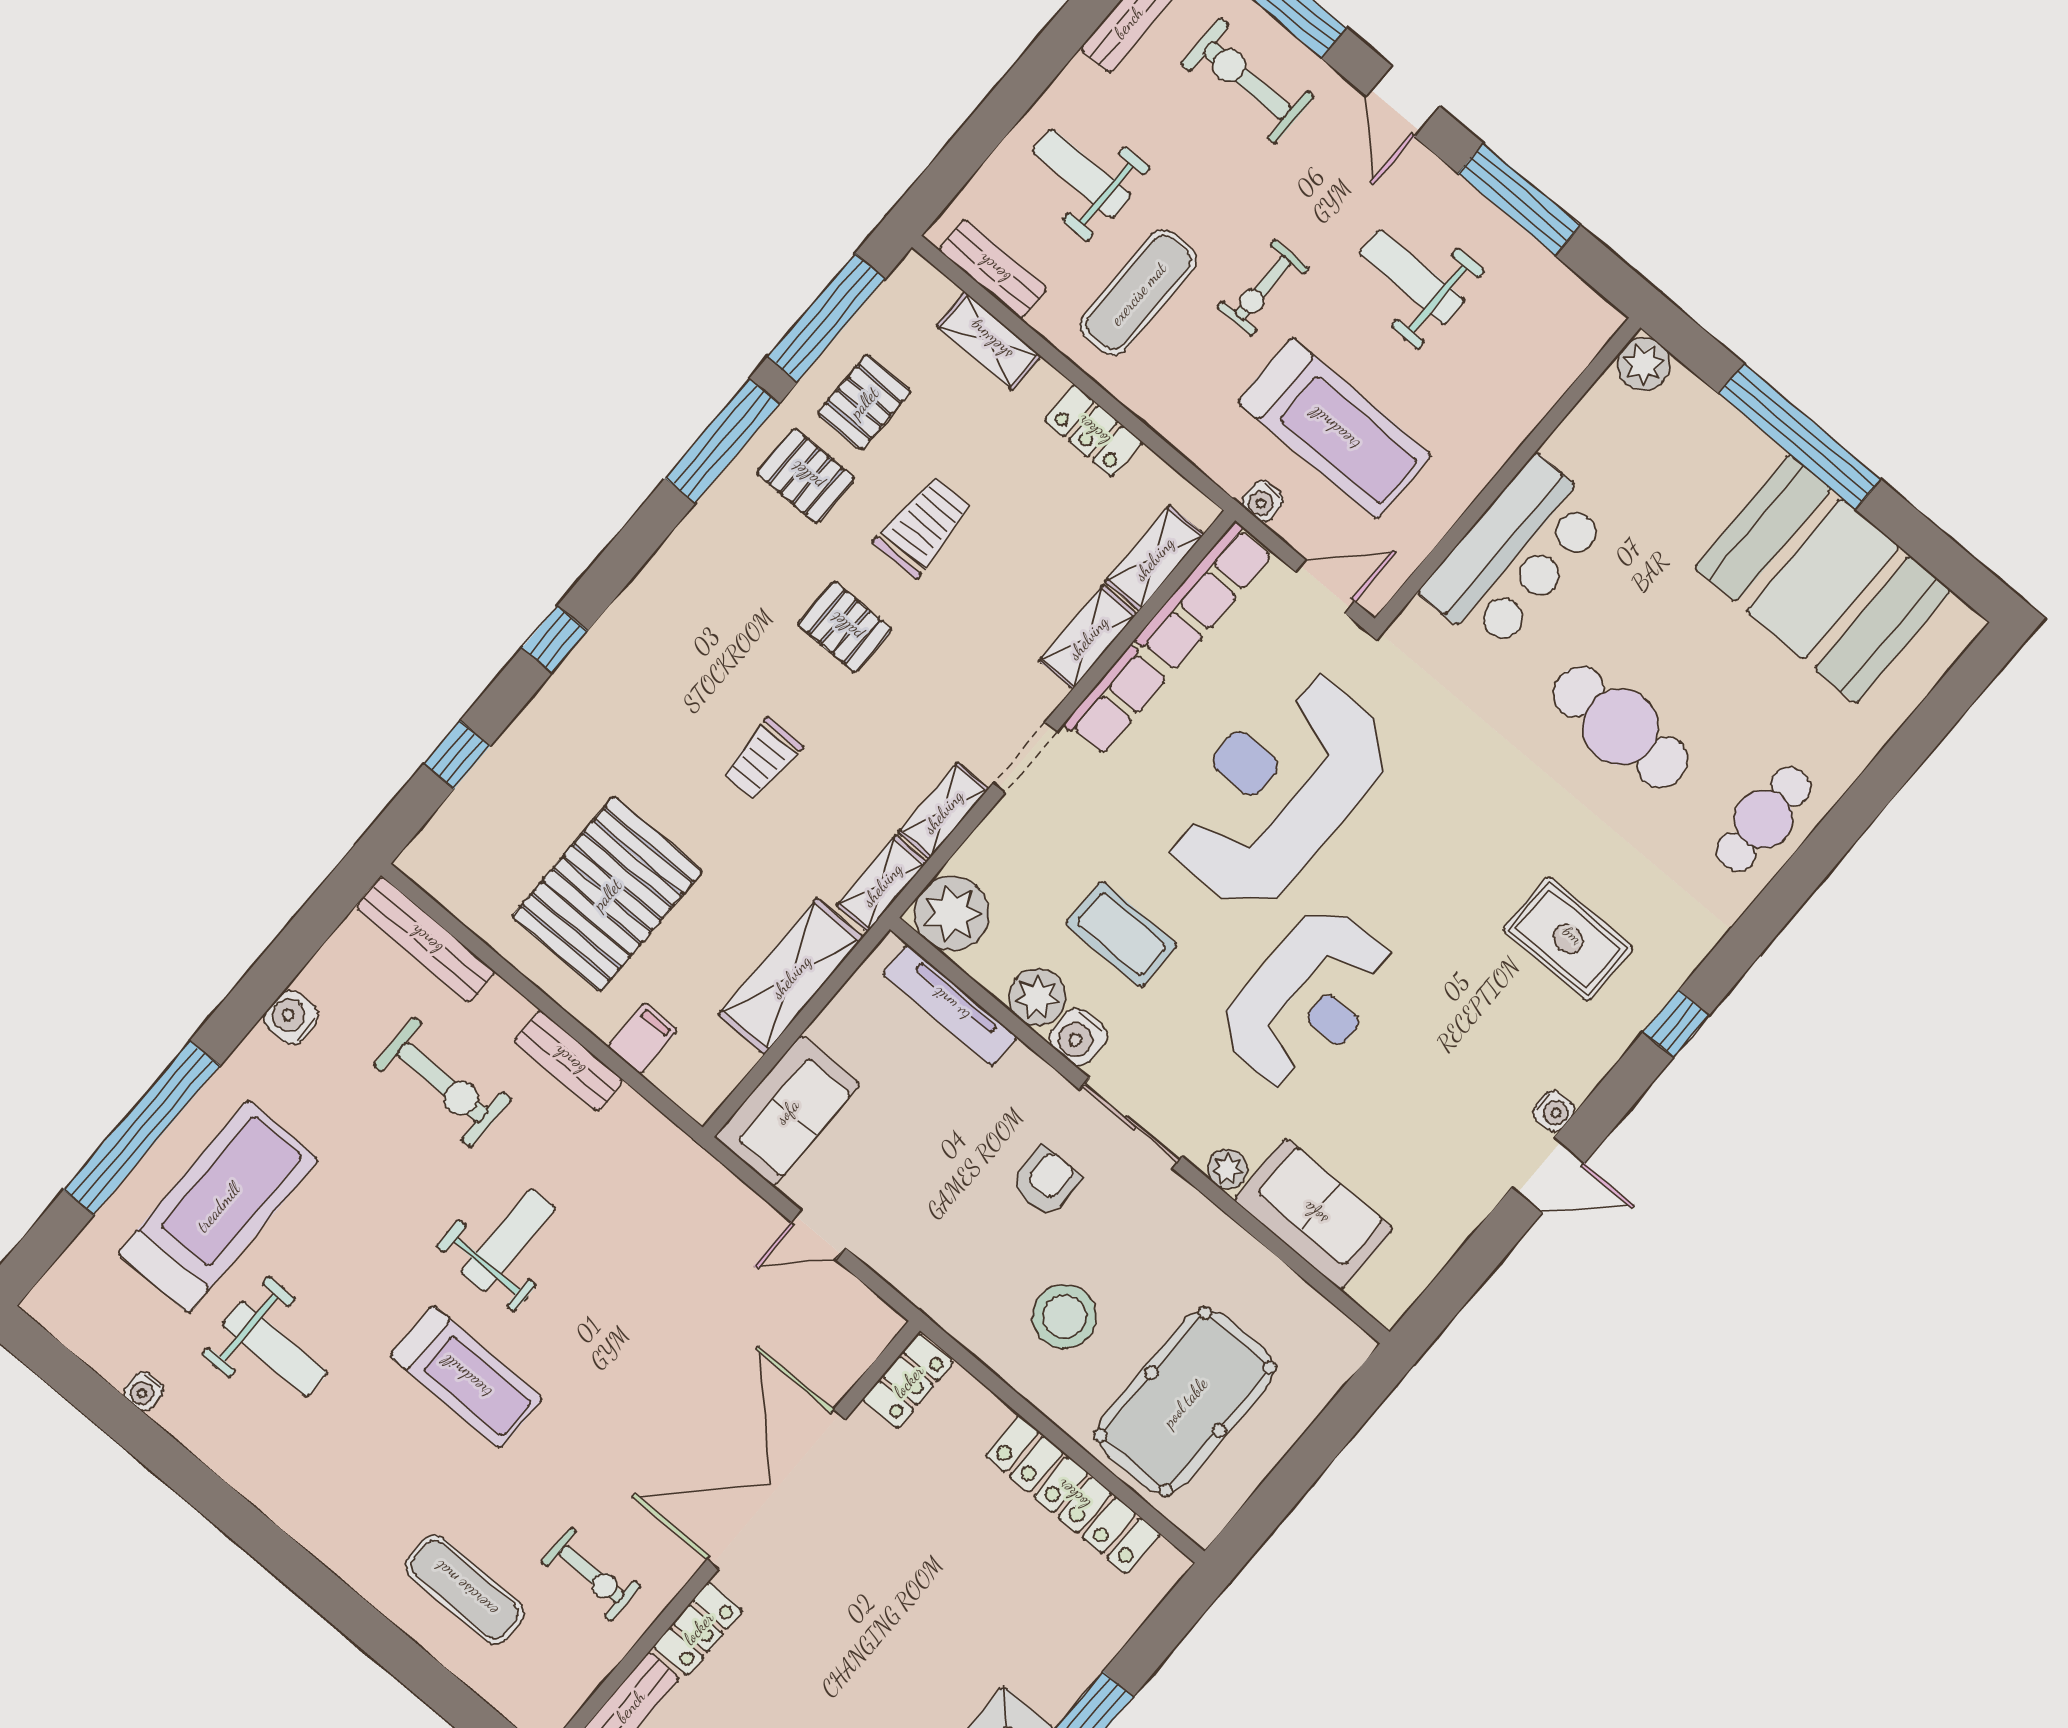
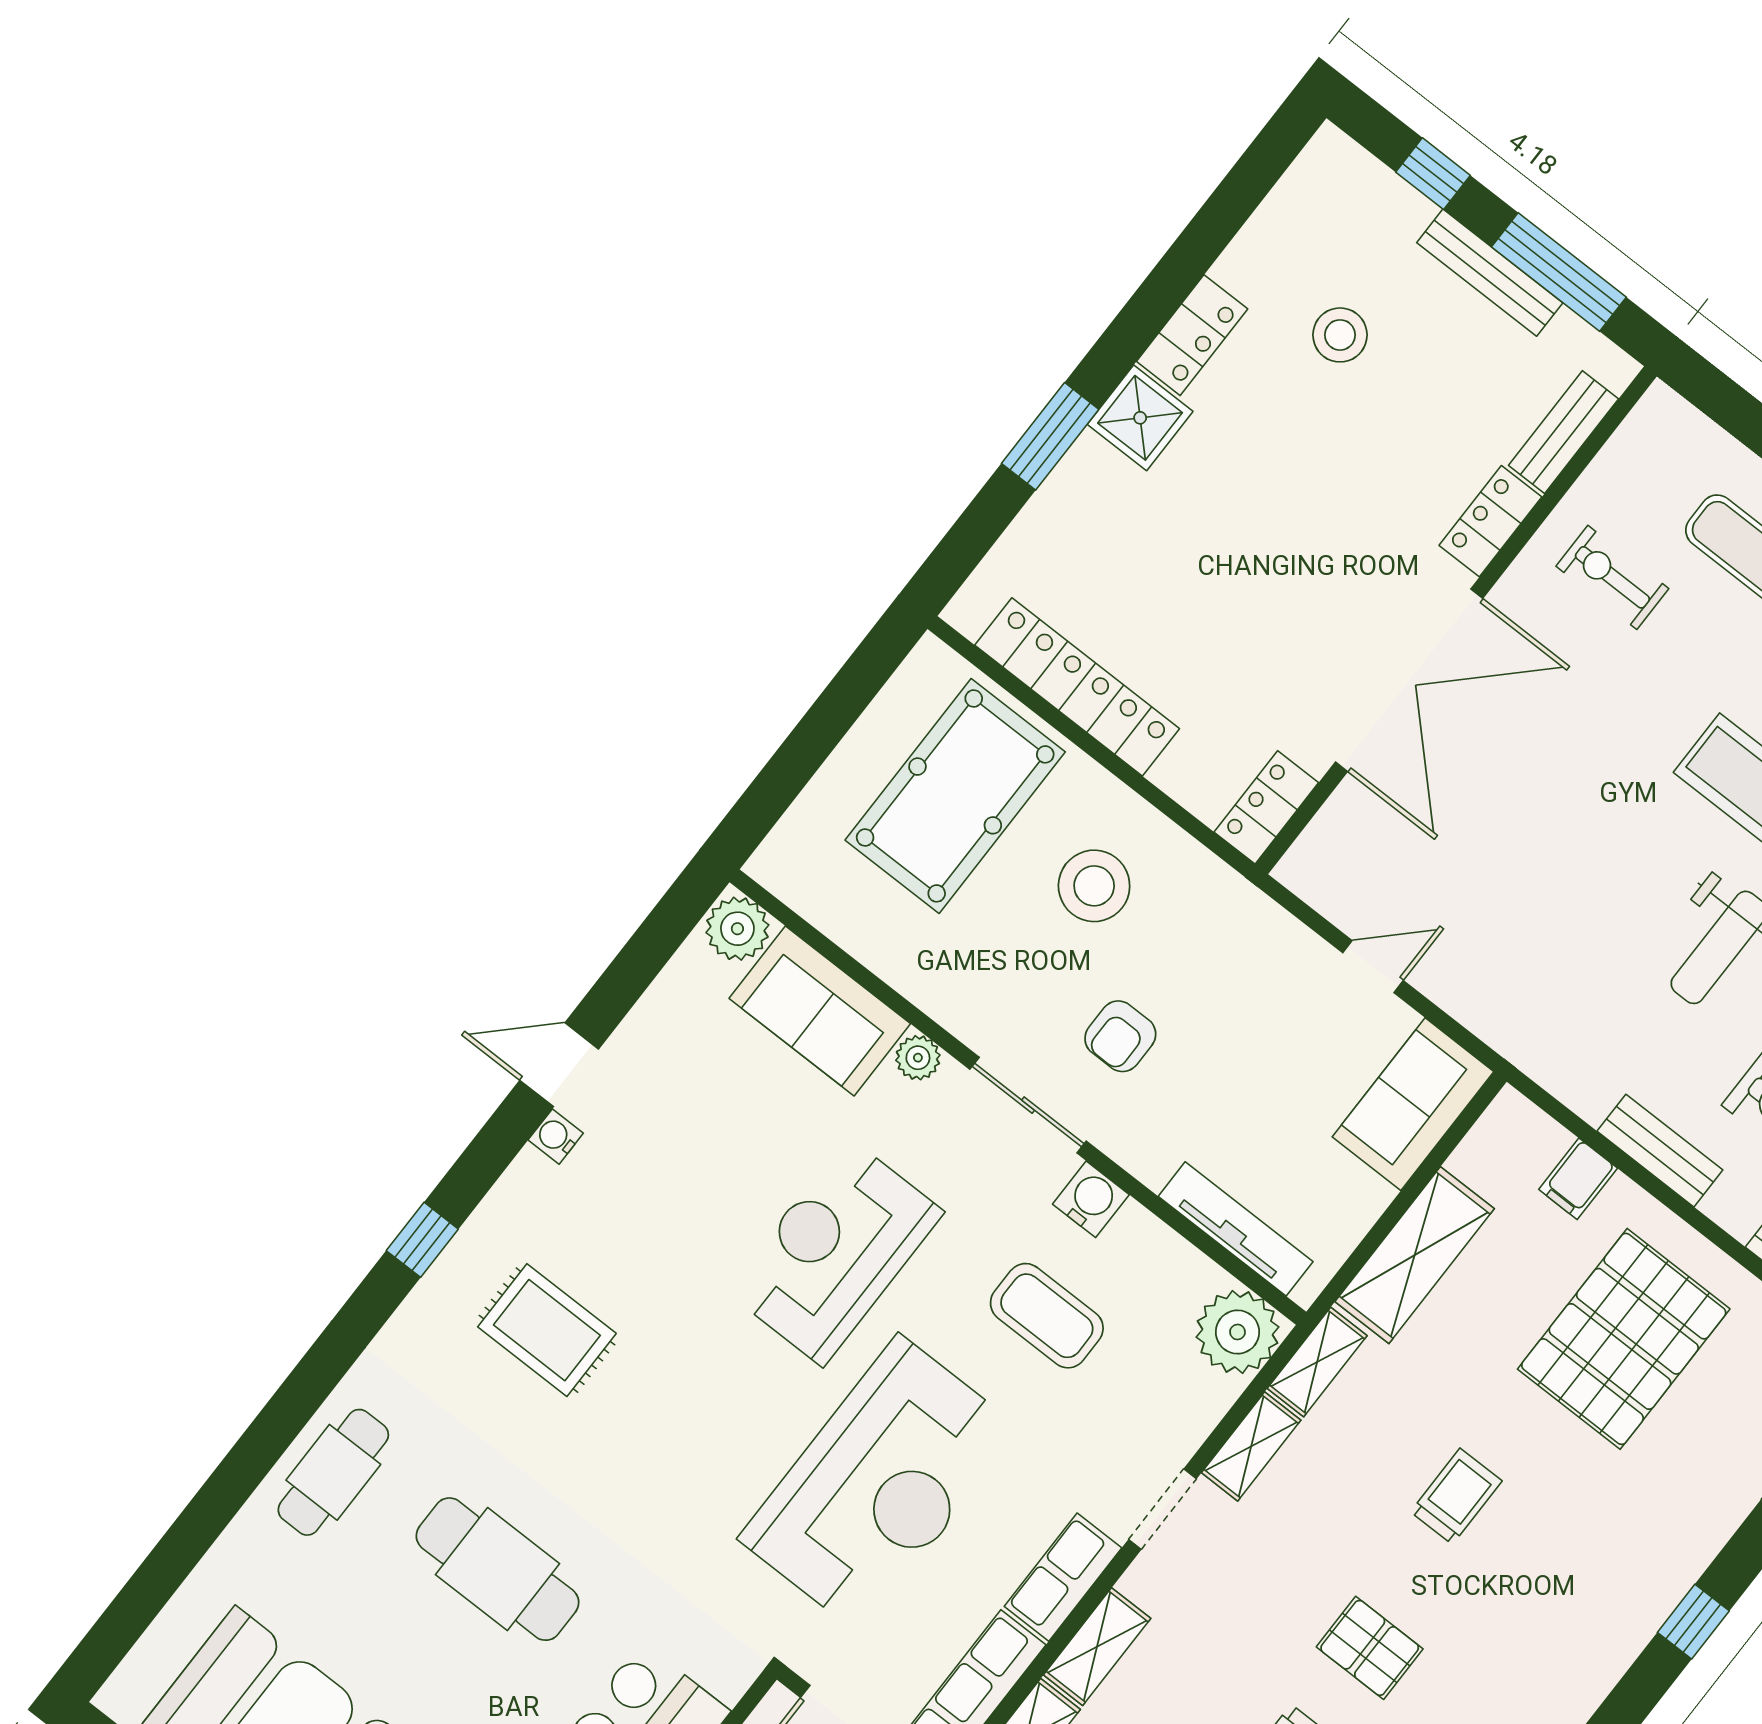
plant: (1037, 997) -> (737, 929), moved

